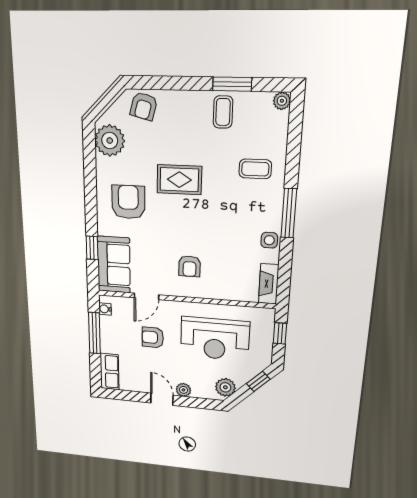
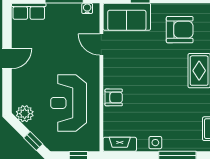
armchair: (190, 266) -> (114, 97), moved, turned 180
armchair: (153, 337) -> (65, 50), removed
plant: (183, 390) -> (18, 77), removed

